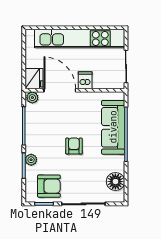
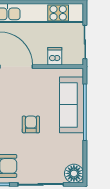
dishwasher: (85, 80) -> (55, 56), moved
floor lamp: (115, 182) -> (74, 173), moved

